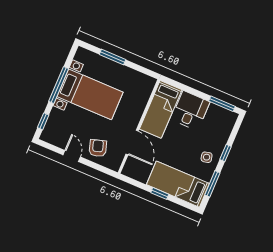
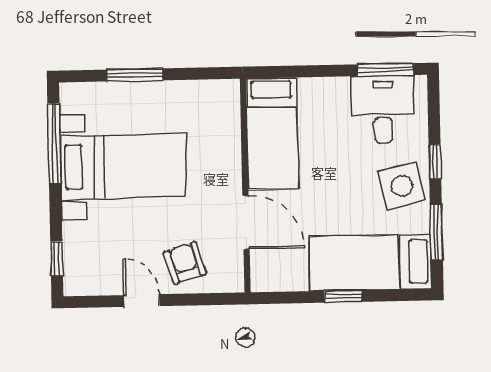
window: (59, 85) -> (54, 144), moved
desk: (190, 111) -> (383, 109), moved
side table: (207, 157) -> (402, 186), width x1.87, depth x1.87

